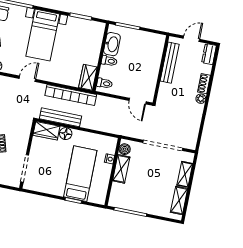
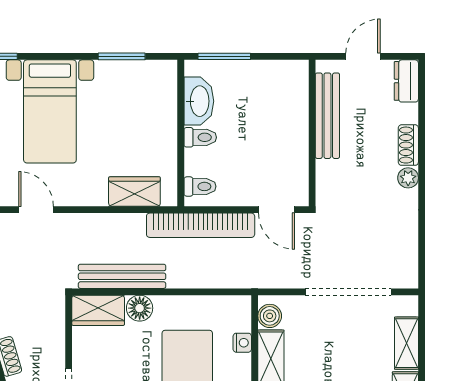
wardrobe: (88, 77) -> (134, 191), moved, turned 90
door: (27, 79) -> (36, 210), hinge flipped
bookcase: (71, 95) -> (201, 225), moved

